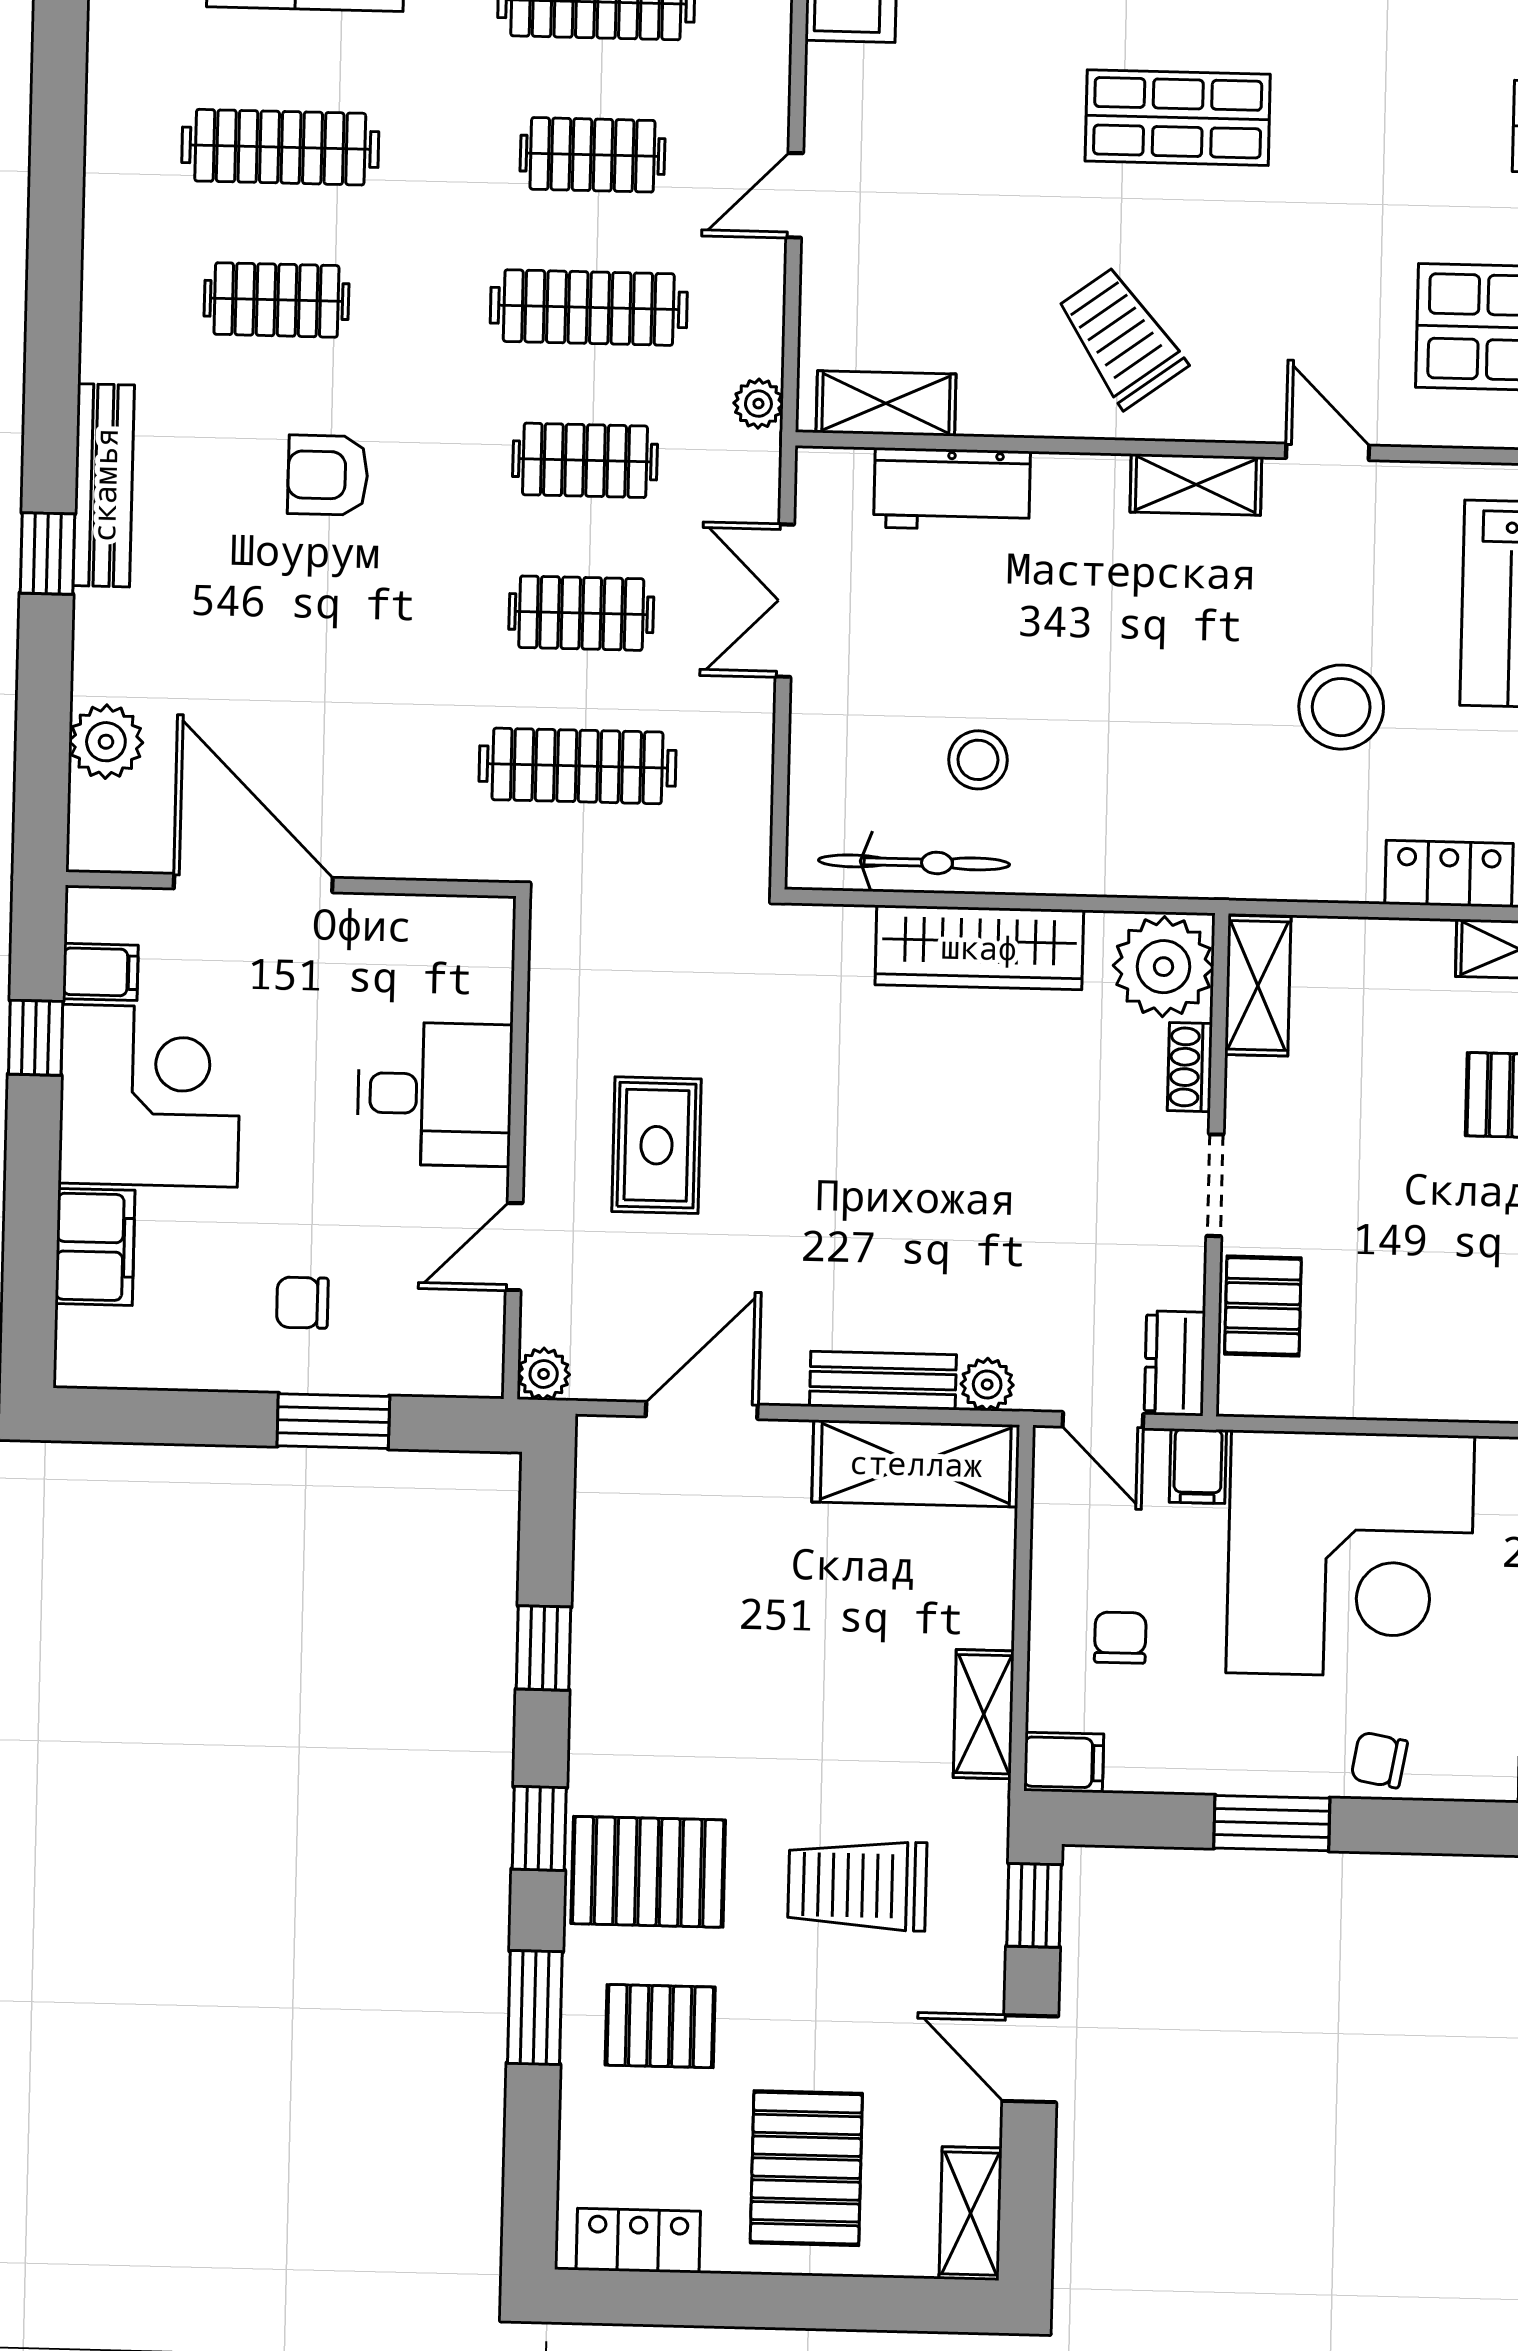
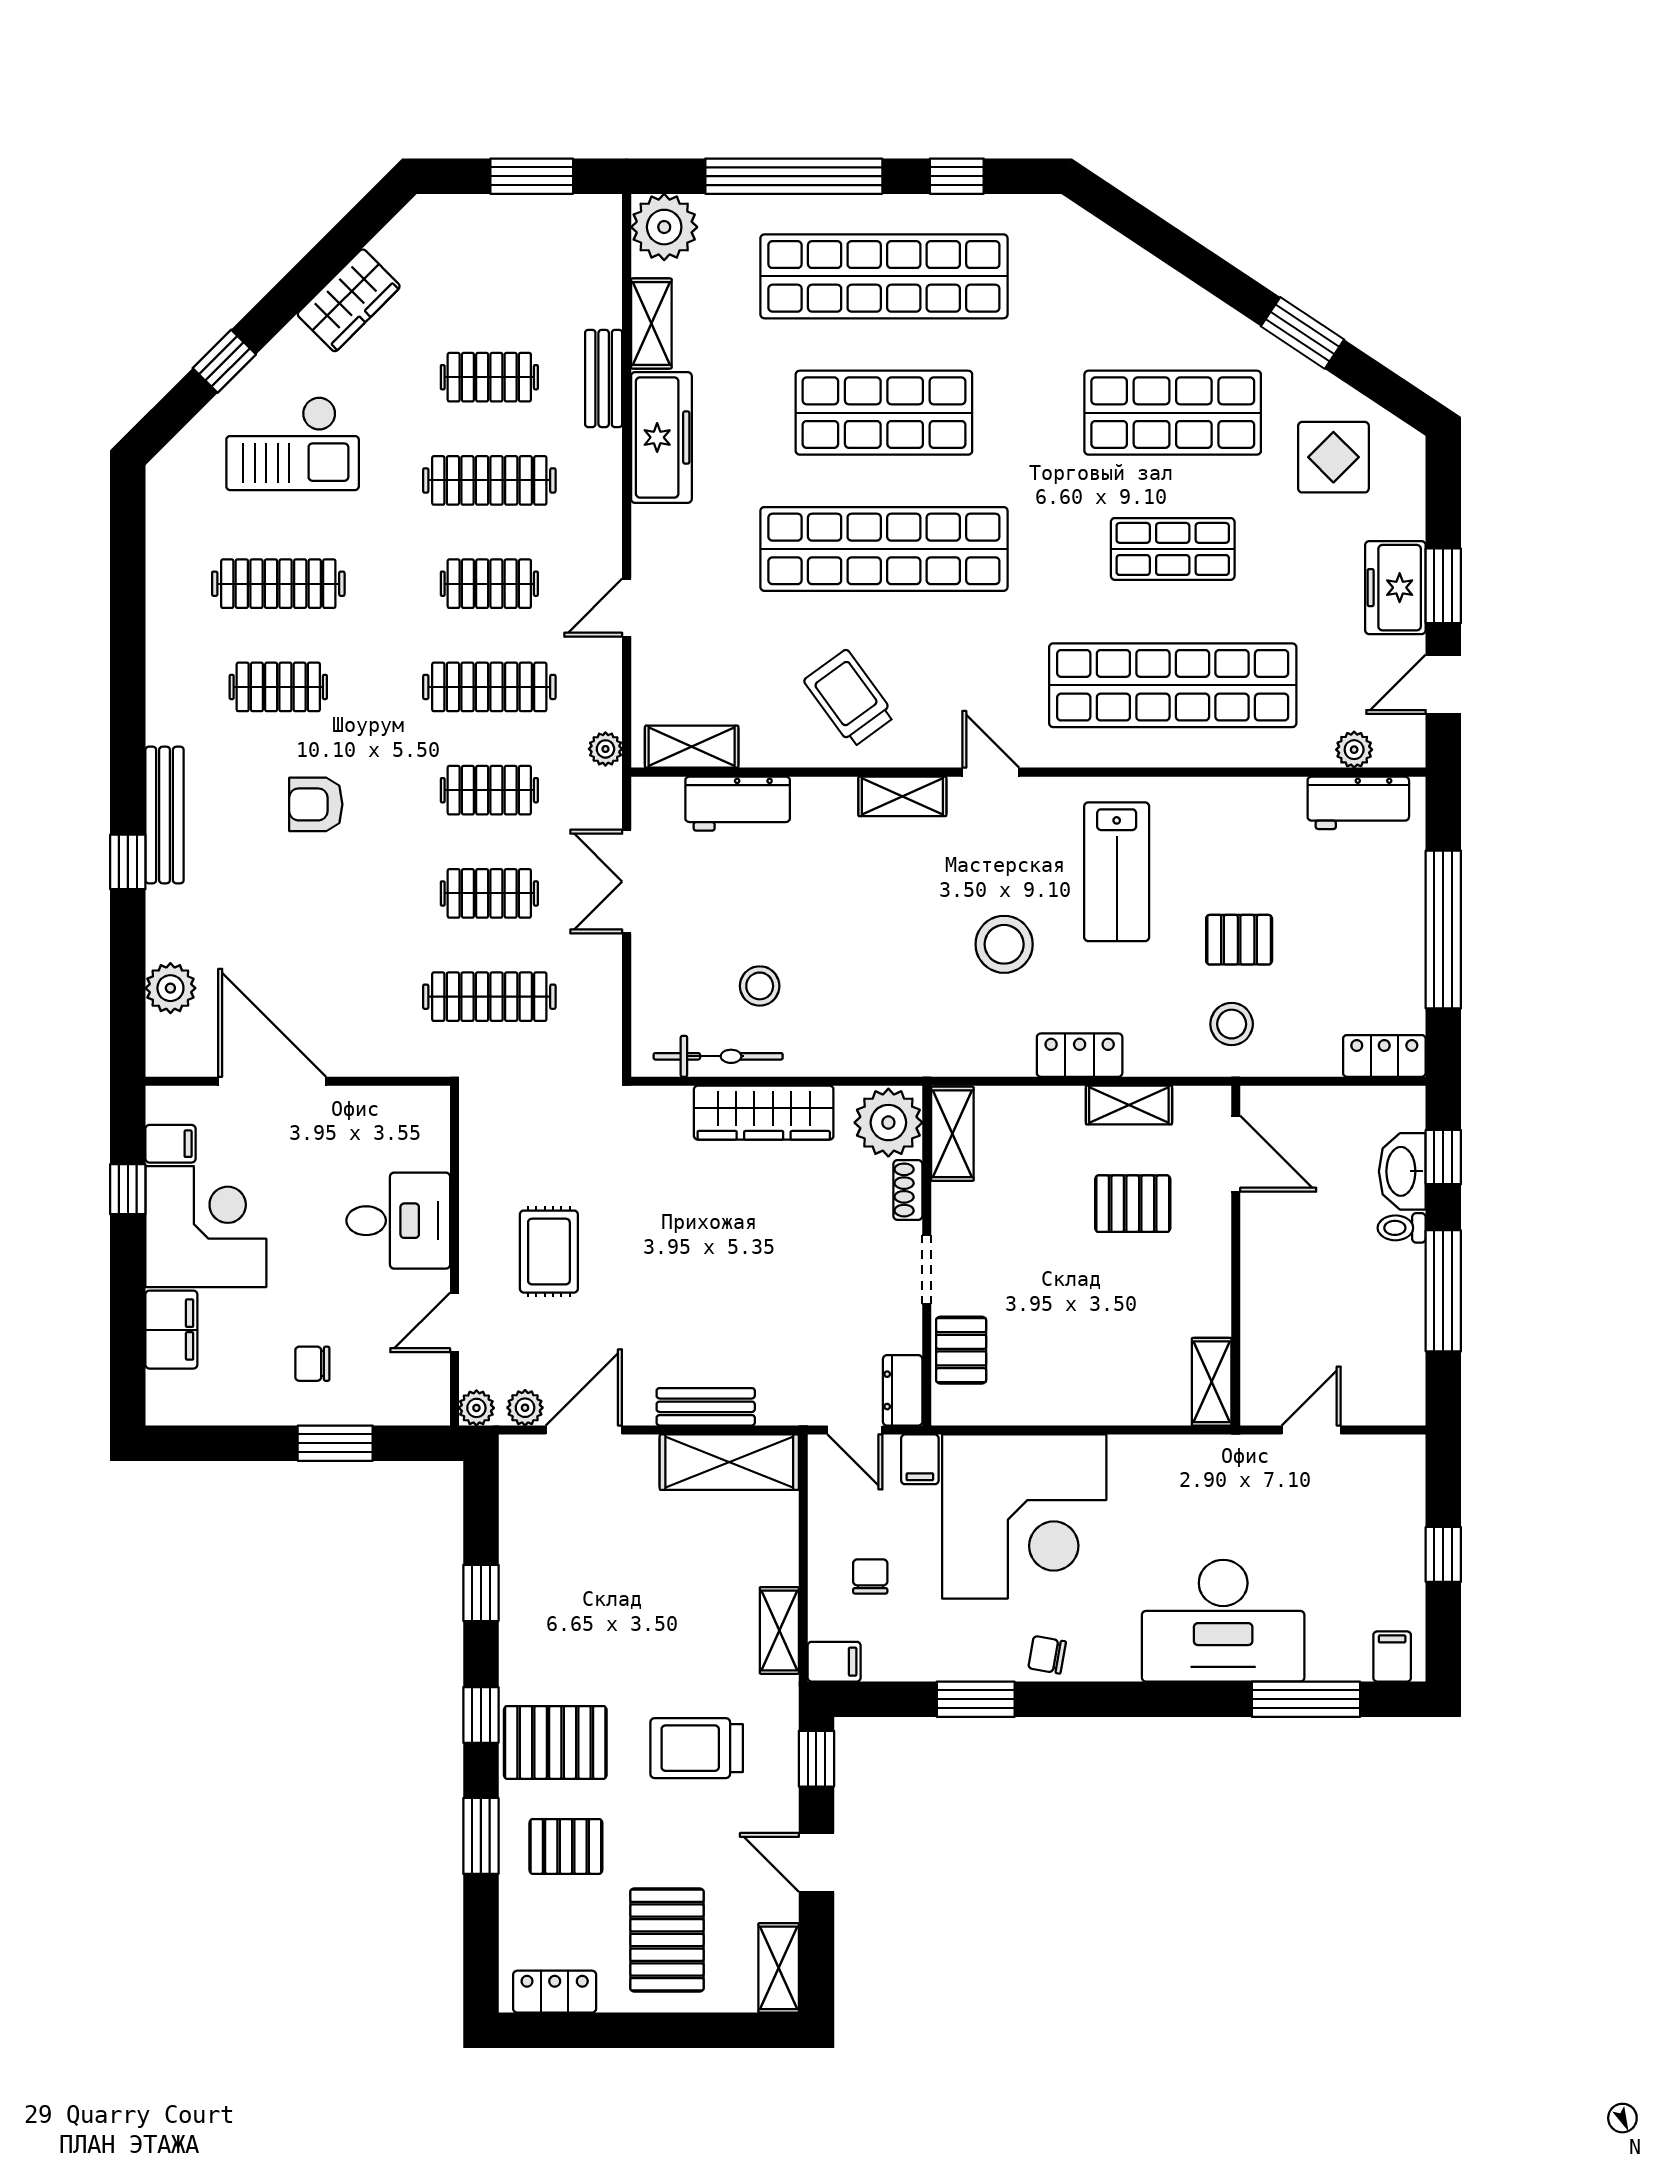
shop shelf: (1178, 118) -> (884, 549), width x2.00, depth x1.36
plant: (987, 1385) -> (525, 1408), moved

